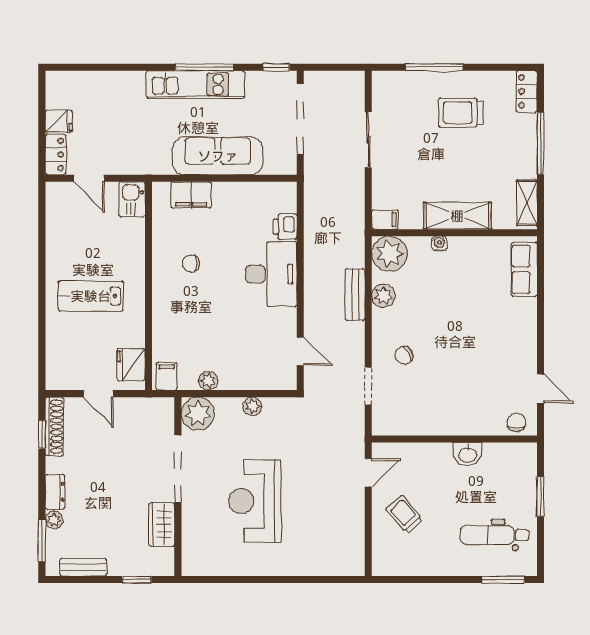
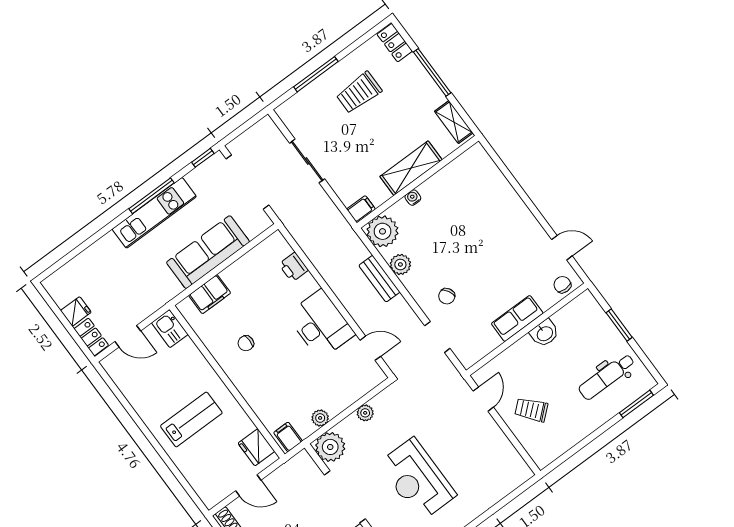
row of seats: (524, 269) -> (517, 318), moved, turned 90
desk: (271, 274) -> (321, 324), moved
lab bench: (91, 296) -> (191, 419), turned 180

